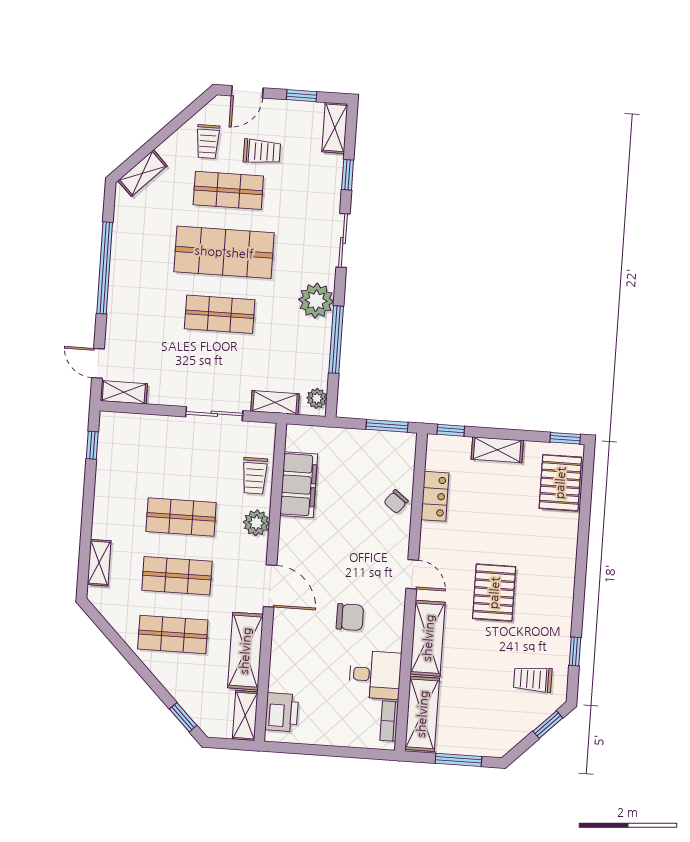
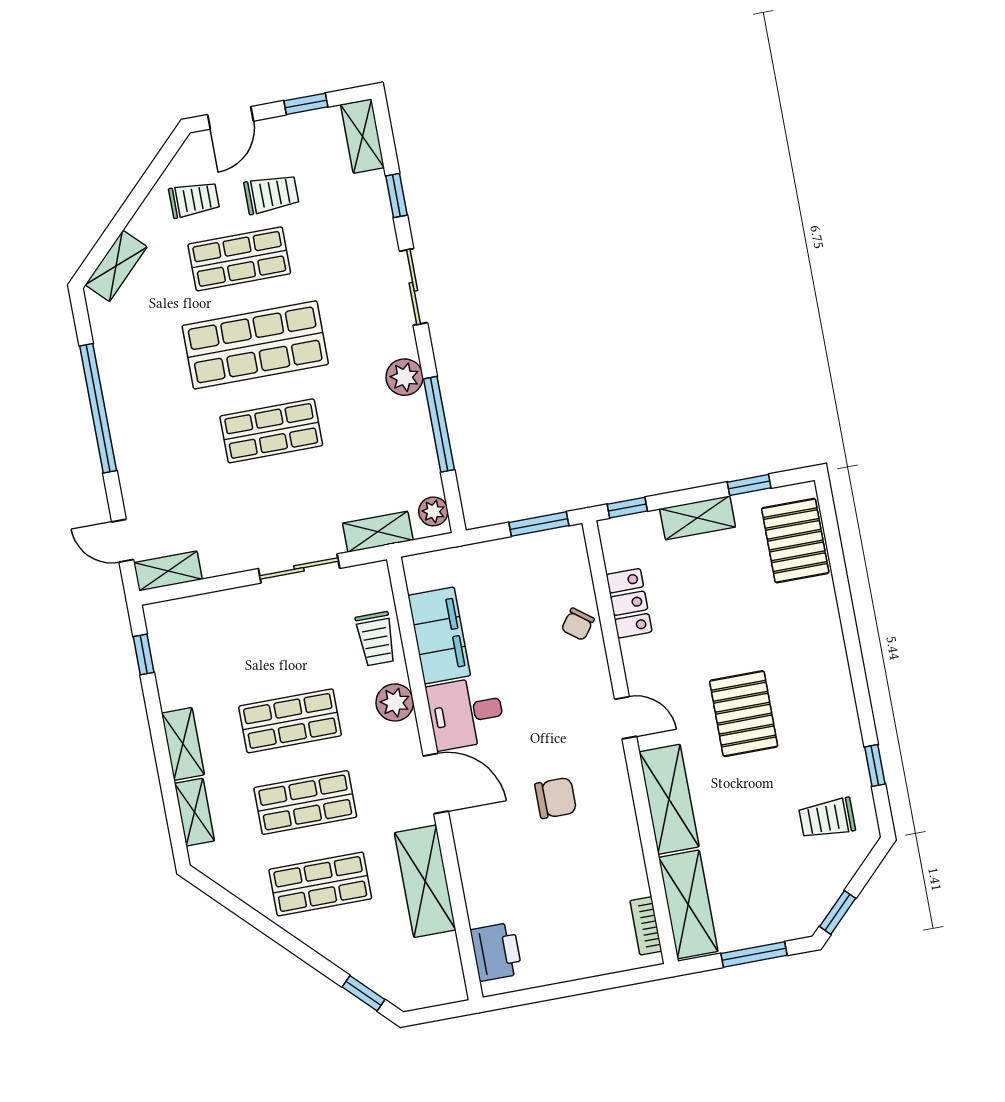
trolley: (208, 142) -> (194, 200), turned -90
plant: (316, 301) -> (405, 377), width x0.73, depth x0.73
window: (565, 438) -> (749, 485), moved
desk: (375, 675) -> (466, 713), moved, turned 180
shelving: (245, 716) -> (183, 744), moved
window: (548, 725) -> (838, 912), moved

